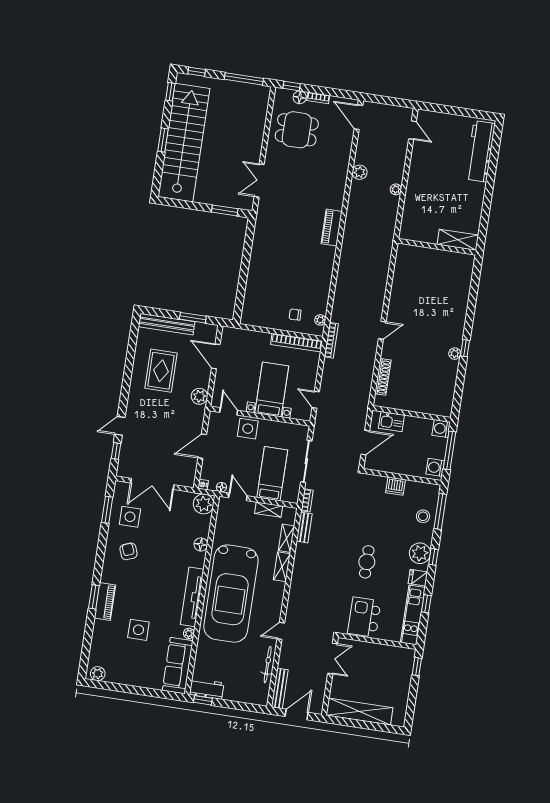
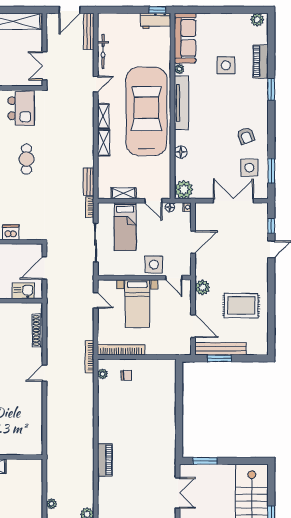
bench: (167, 324) -> (221, 349), moved
rug: (161, 371) -> (241, 305), turned 90
shelving: (286, 538) -> (103, 116), moved
piano: (105, 602) -> (261, 61), moved

